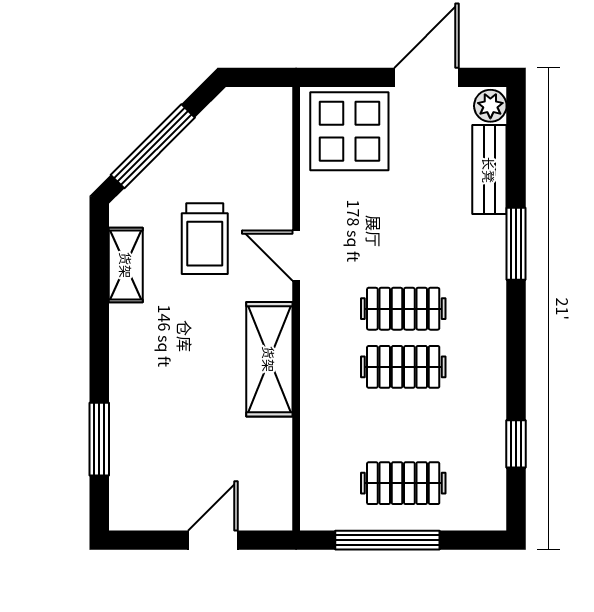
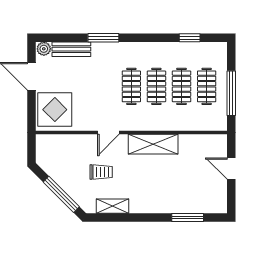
trolley: (205, 239) -> (101, 172), width x0.73, depth x0.72
clothes rail: (403, 425) -> (182, 86), added

